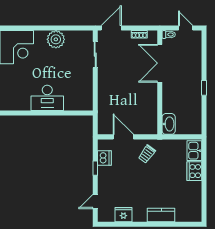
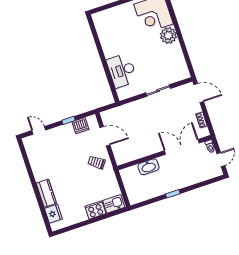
plant: (56, 39) -> (168, 35), moved
sliding door: (95, 55) -> (158, 91), moved
desk: (47, 98) -> (122, 70), moved
washbasin: (169, 124) -> (148, 167), moved
door: (123, 137) -> (105, 136), hinge flipped
fridge: (123, 215) -> (53, 214), moved

